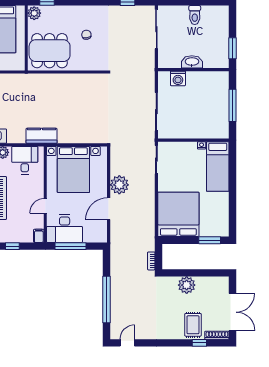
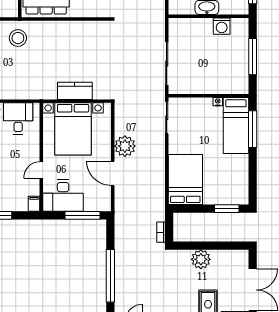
washing machine: (178, 78) -> (222, 26), moved
stool: (25, 89) -> (18, 38), added
kitchen counter: (42, 136) -> (75, 91), moved
window: (233, 170) -> (253, 129), added
door: (109, 209) -> (113, 173), hinge flipped
bed: (178, 214) -> (185, 179), width x0.73
window: (70, 246) -> (83, 215), moved

